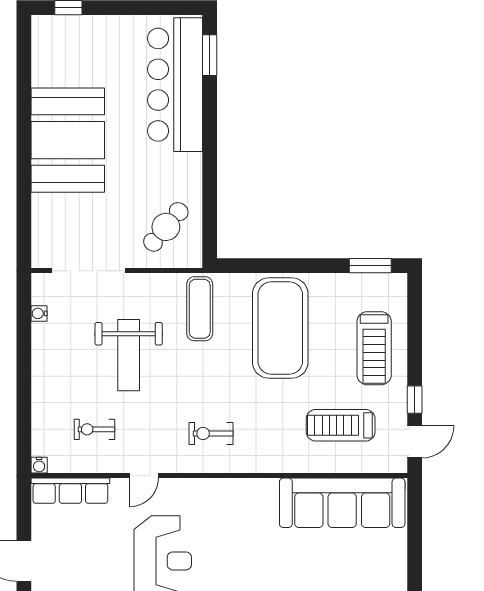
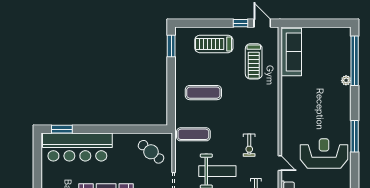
exercise mat: (280, 328) -> (203, 93), width x0.50, depth x0.69
treadmill: (374, 348) -> (214, 44), turned 180
exercise bike: (211, 433) -> (249, 145), moved
sofa: (342, 503) -> (291, 52), width x0.74, depth x0.79

